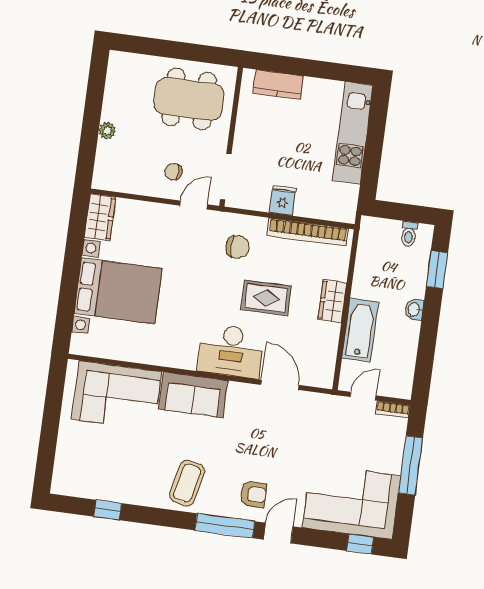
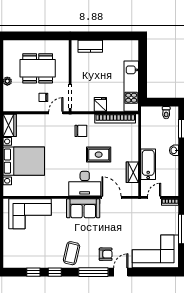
dining table: (189, 99) -> (38, 68), moved
kitchen unit: (353, 133) -> (131, 86), moved
wardrobe: (332, 301) -> (132, 172), moved
sofa: (193, 395) -> (83, 208), moved
window: (360, 544) -> (55, 272), moved

